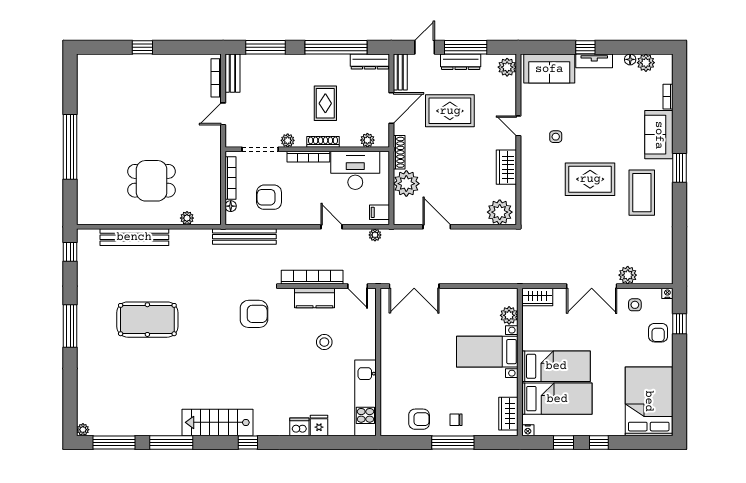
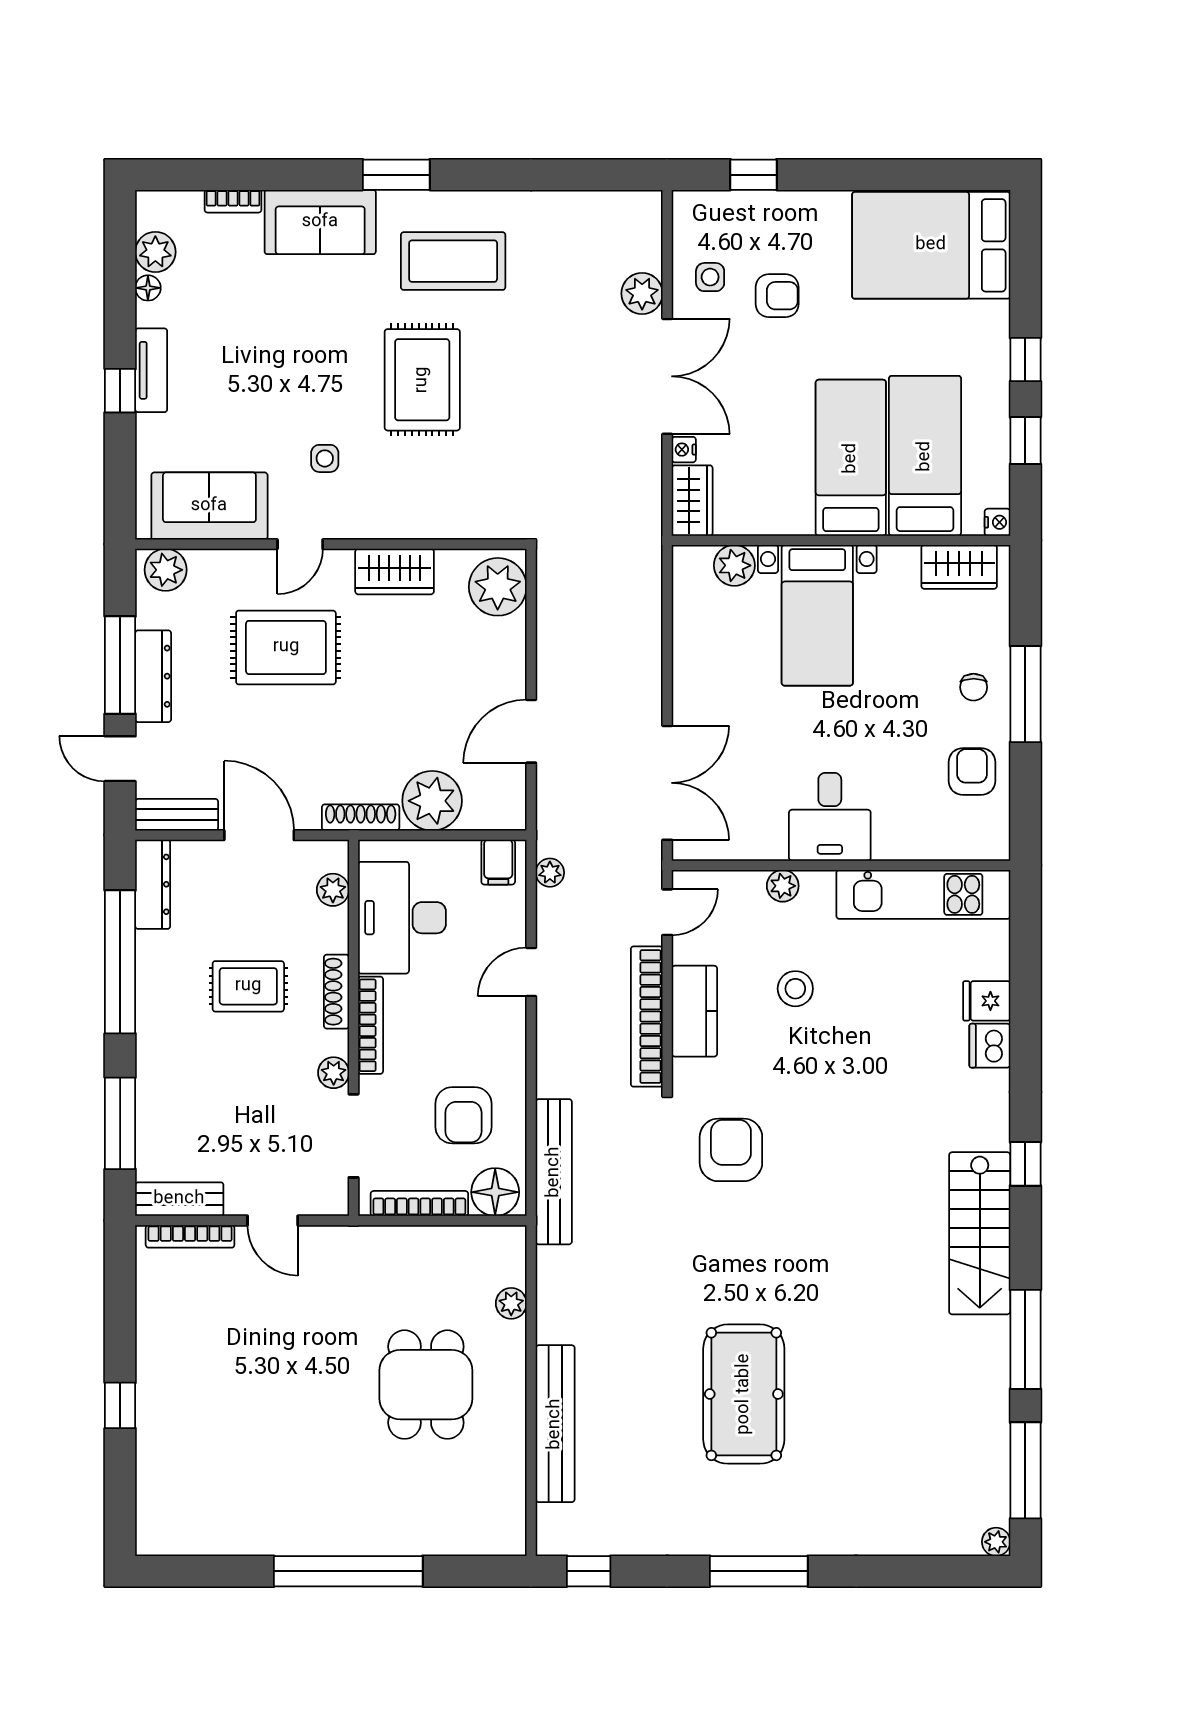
sofa: (549, 69) -> (209, 506), moved, turned -90
rug: (450, 111) -> (286, 647), moved, turned 90
floor lamp: (231, 206) -> (495, 1192), width x1.89, depth x1.89
nightstand: (667, 293) -> (684, 450), moved
armchair: (658, 333) -> (777, 296), moved
plant: (369, 337) -> (783, 886), added
desk: (399, 357) -> (830, 817), added

